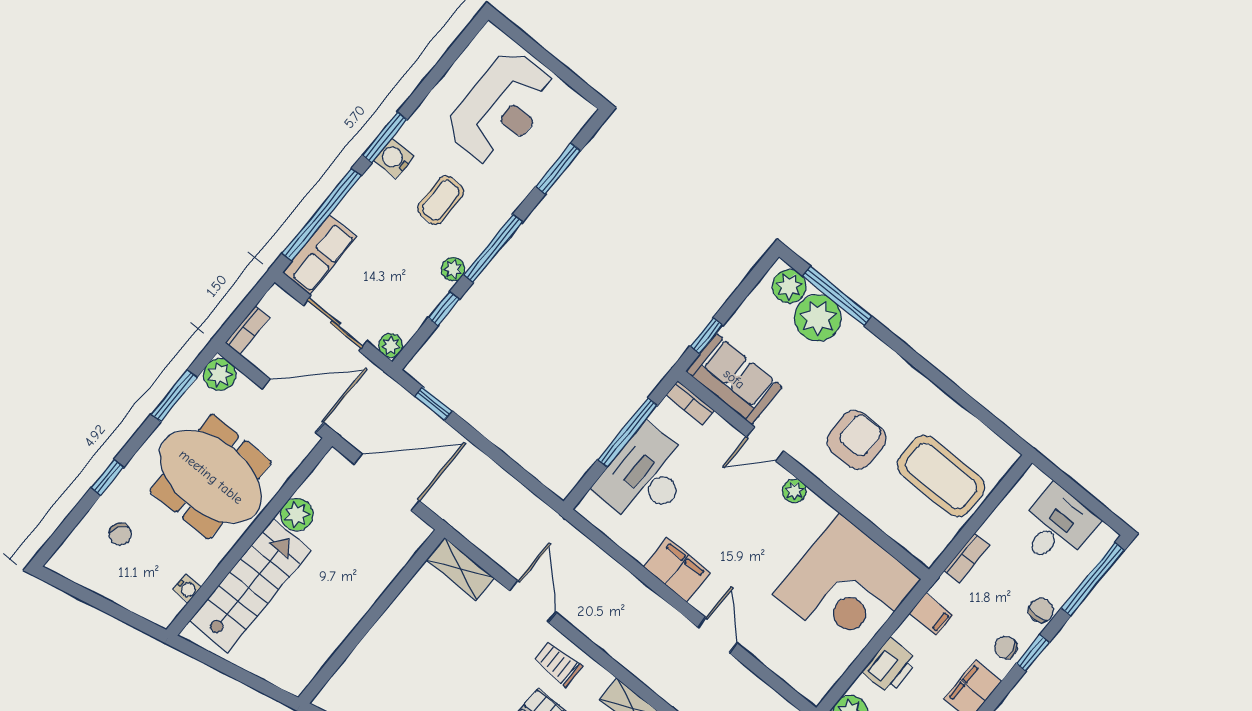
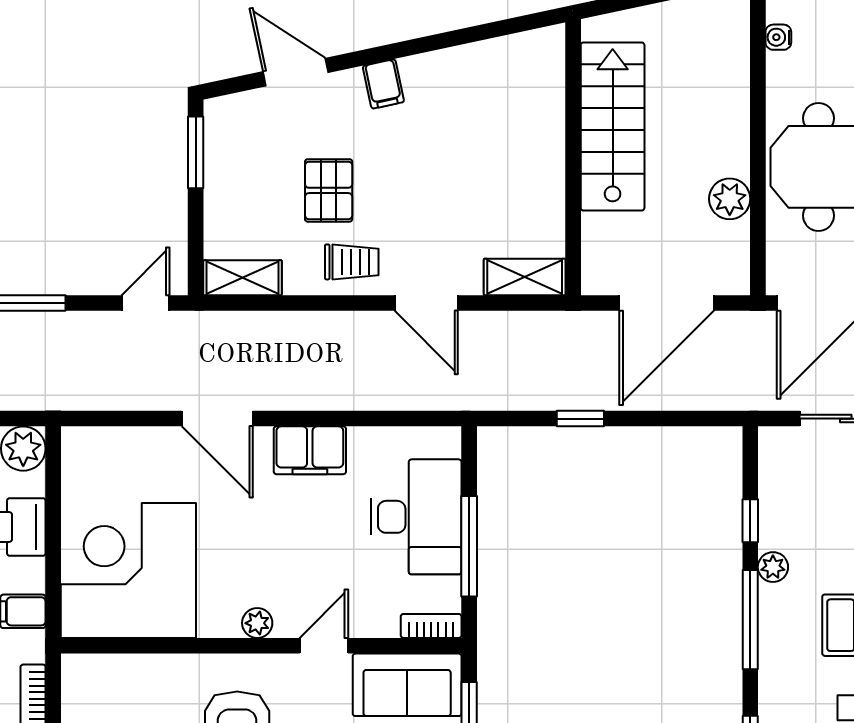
plant: (391, 346) -> (773, 441), removed
window: (434, 404) -> (580, 419), moved
stairs: (250, 586) -> (613, 127), moved, turned 180
door: (717, 635) -> (217, 419), width x1.38

